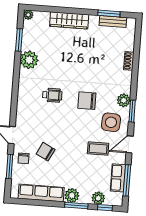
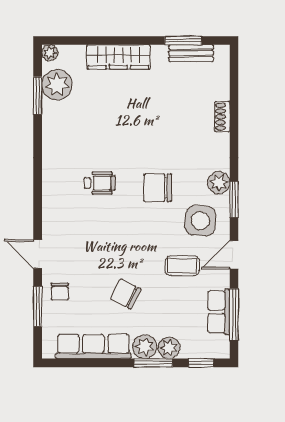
plant: (29, 60) -> (57, 85), moved
chair: (46, 152) -> (126, 294), moved
plant: (98, 198) -> (169, 348), moved

